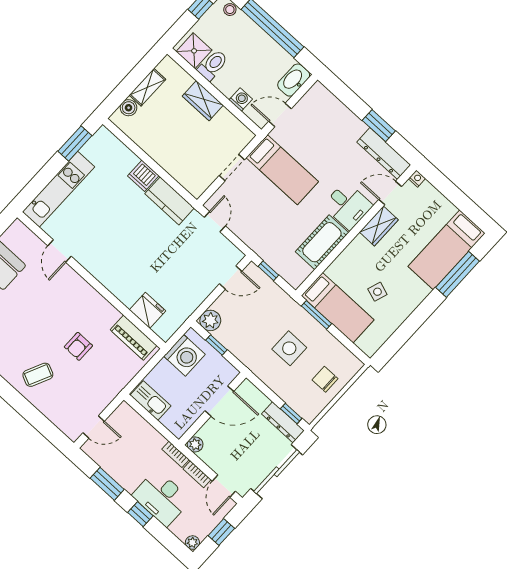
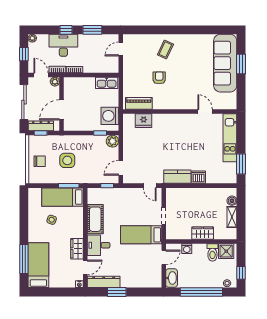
door: (219, 401) -> (62, 110), moved
wall: (213, 409) -> (62, 104), moved
plant: (195, 444) -> (55, 82), moved

